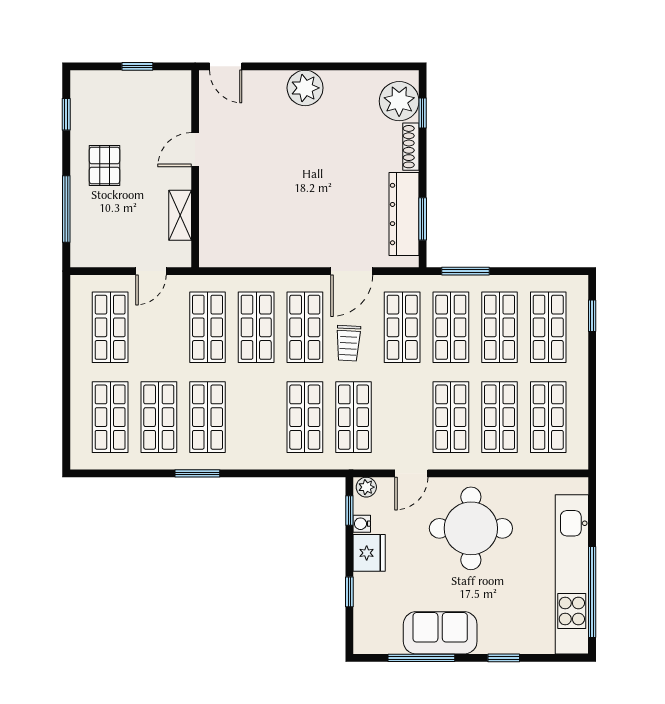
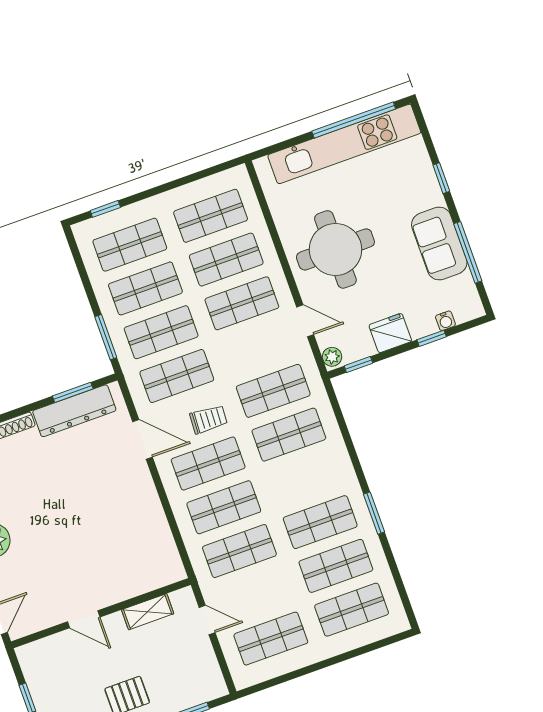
water cooler: (362, 524) -> (445, 321), moved

